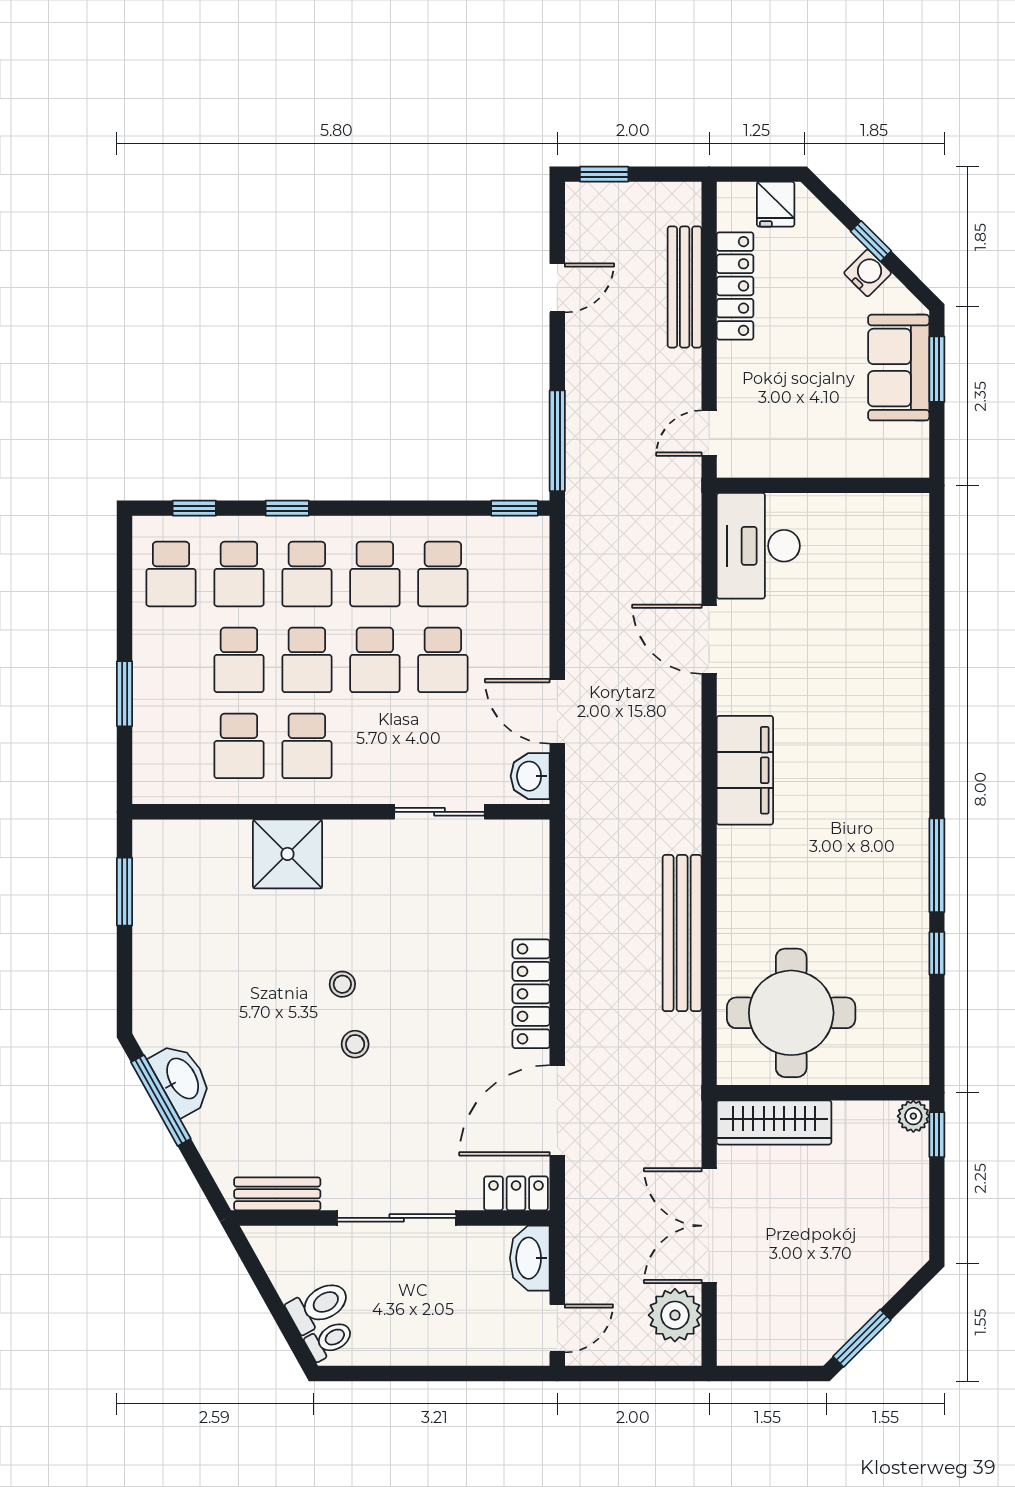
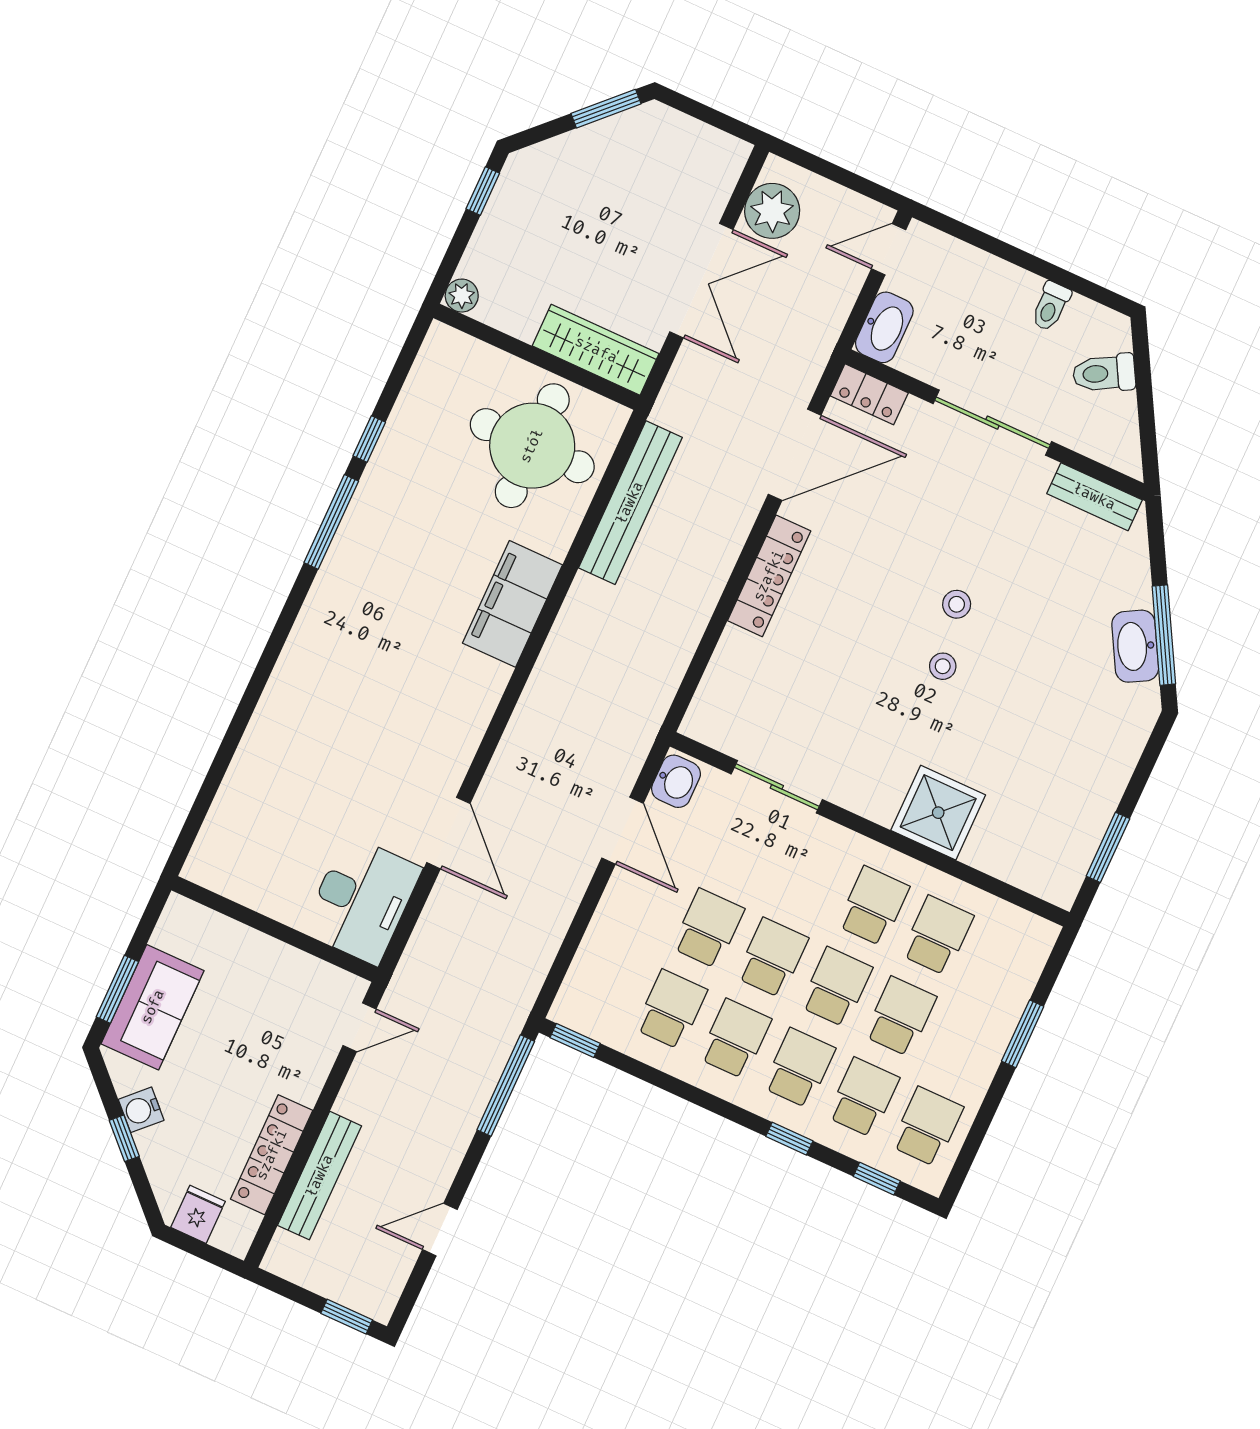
filing cabinet: (745, 770) -> (512, 604), moved
bench: (682, 933) -> (630, 503), moved
window: (937, 1135) -> (483, 191), moved
toilet: (329, 1340) -> (1051, 306), moved, turned -61

